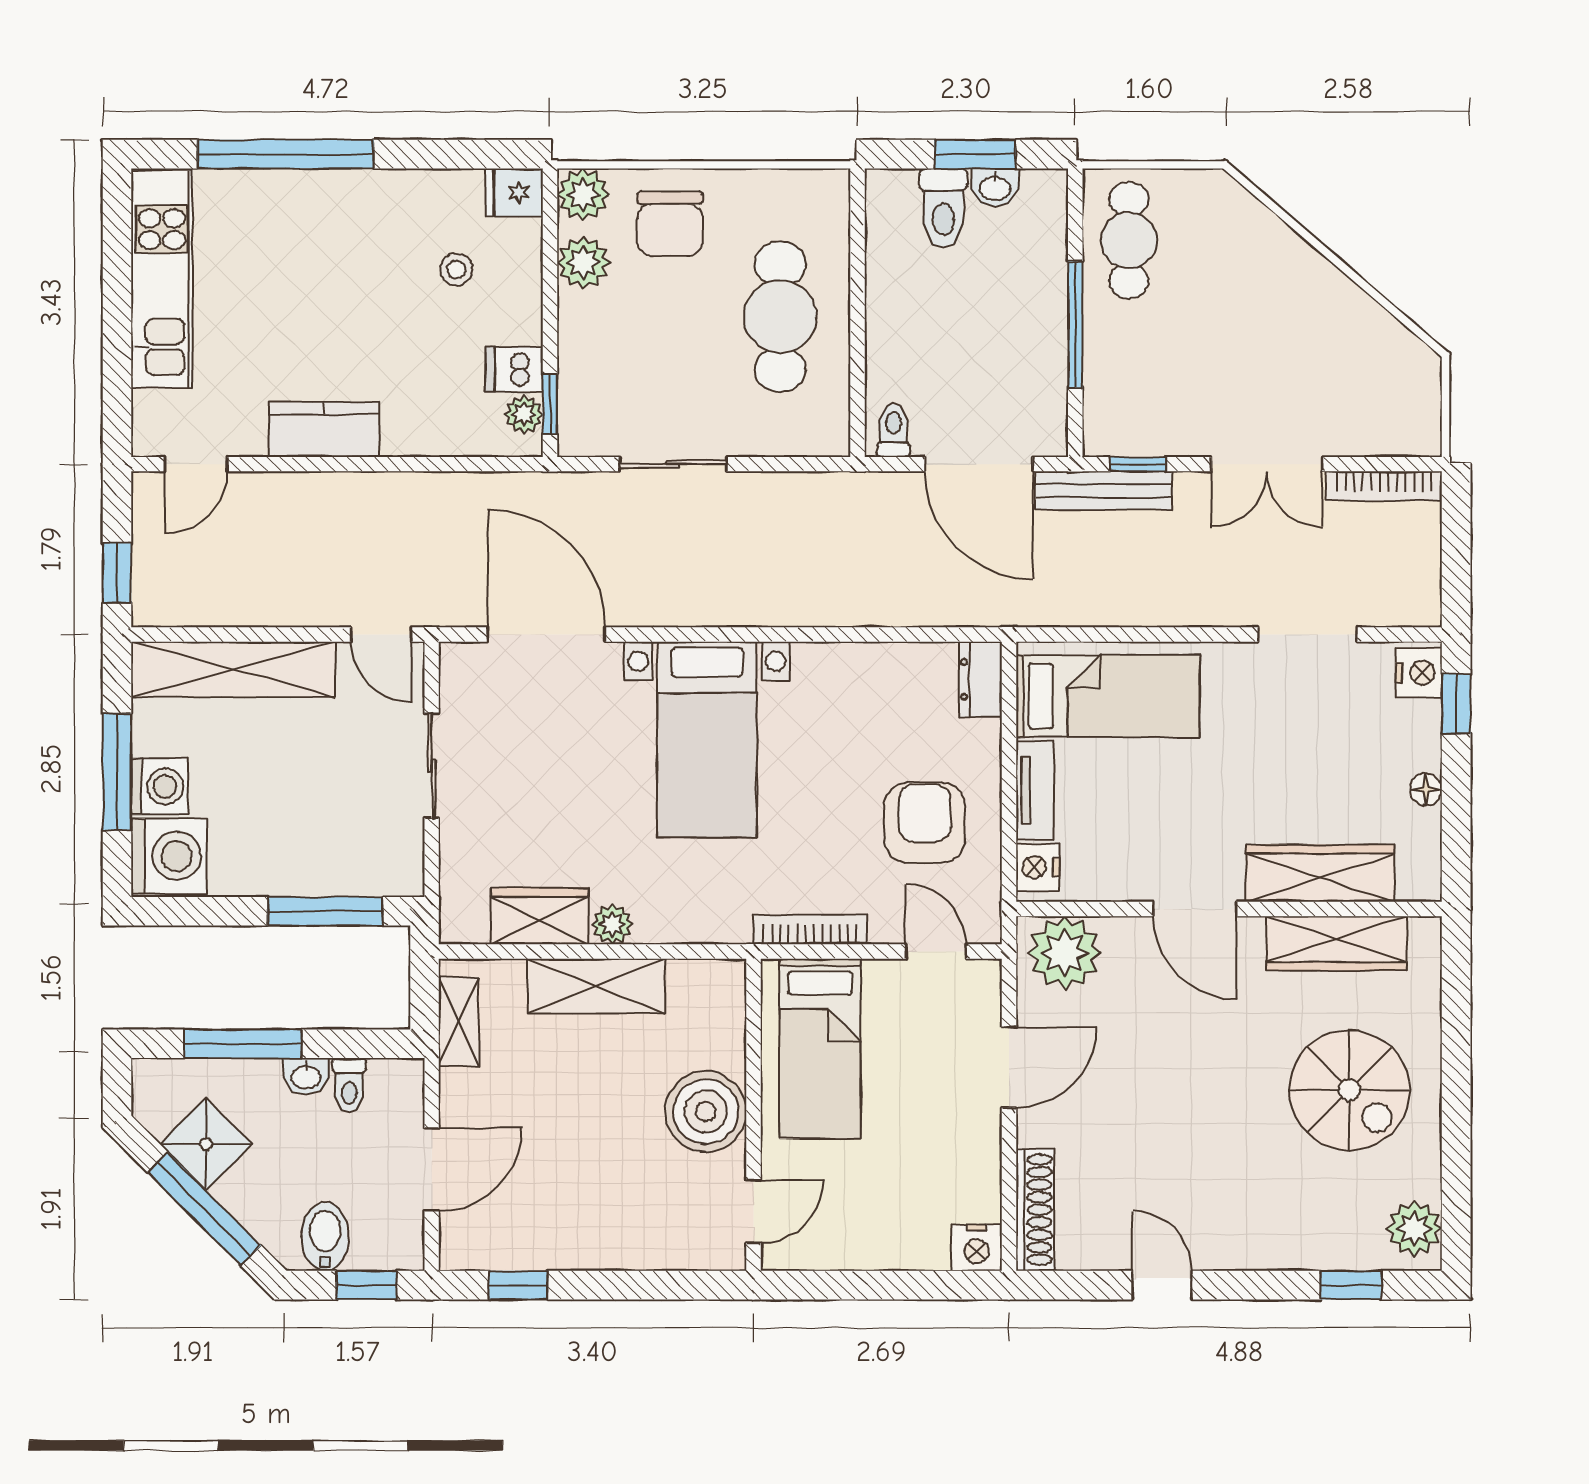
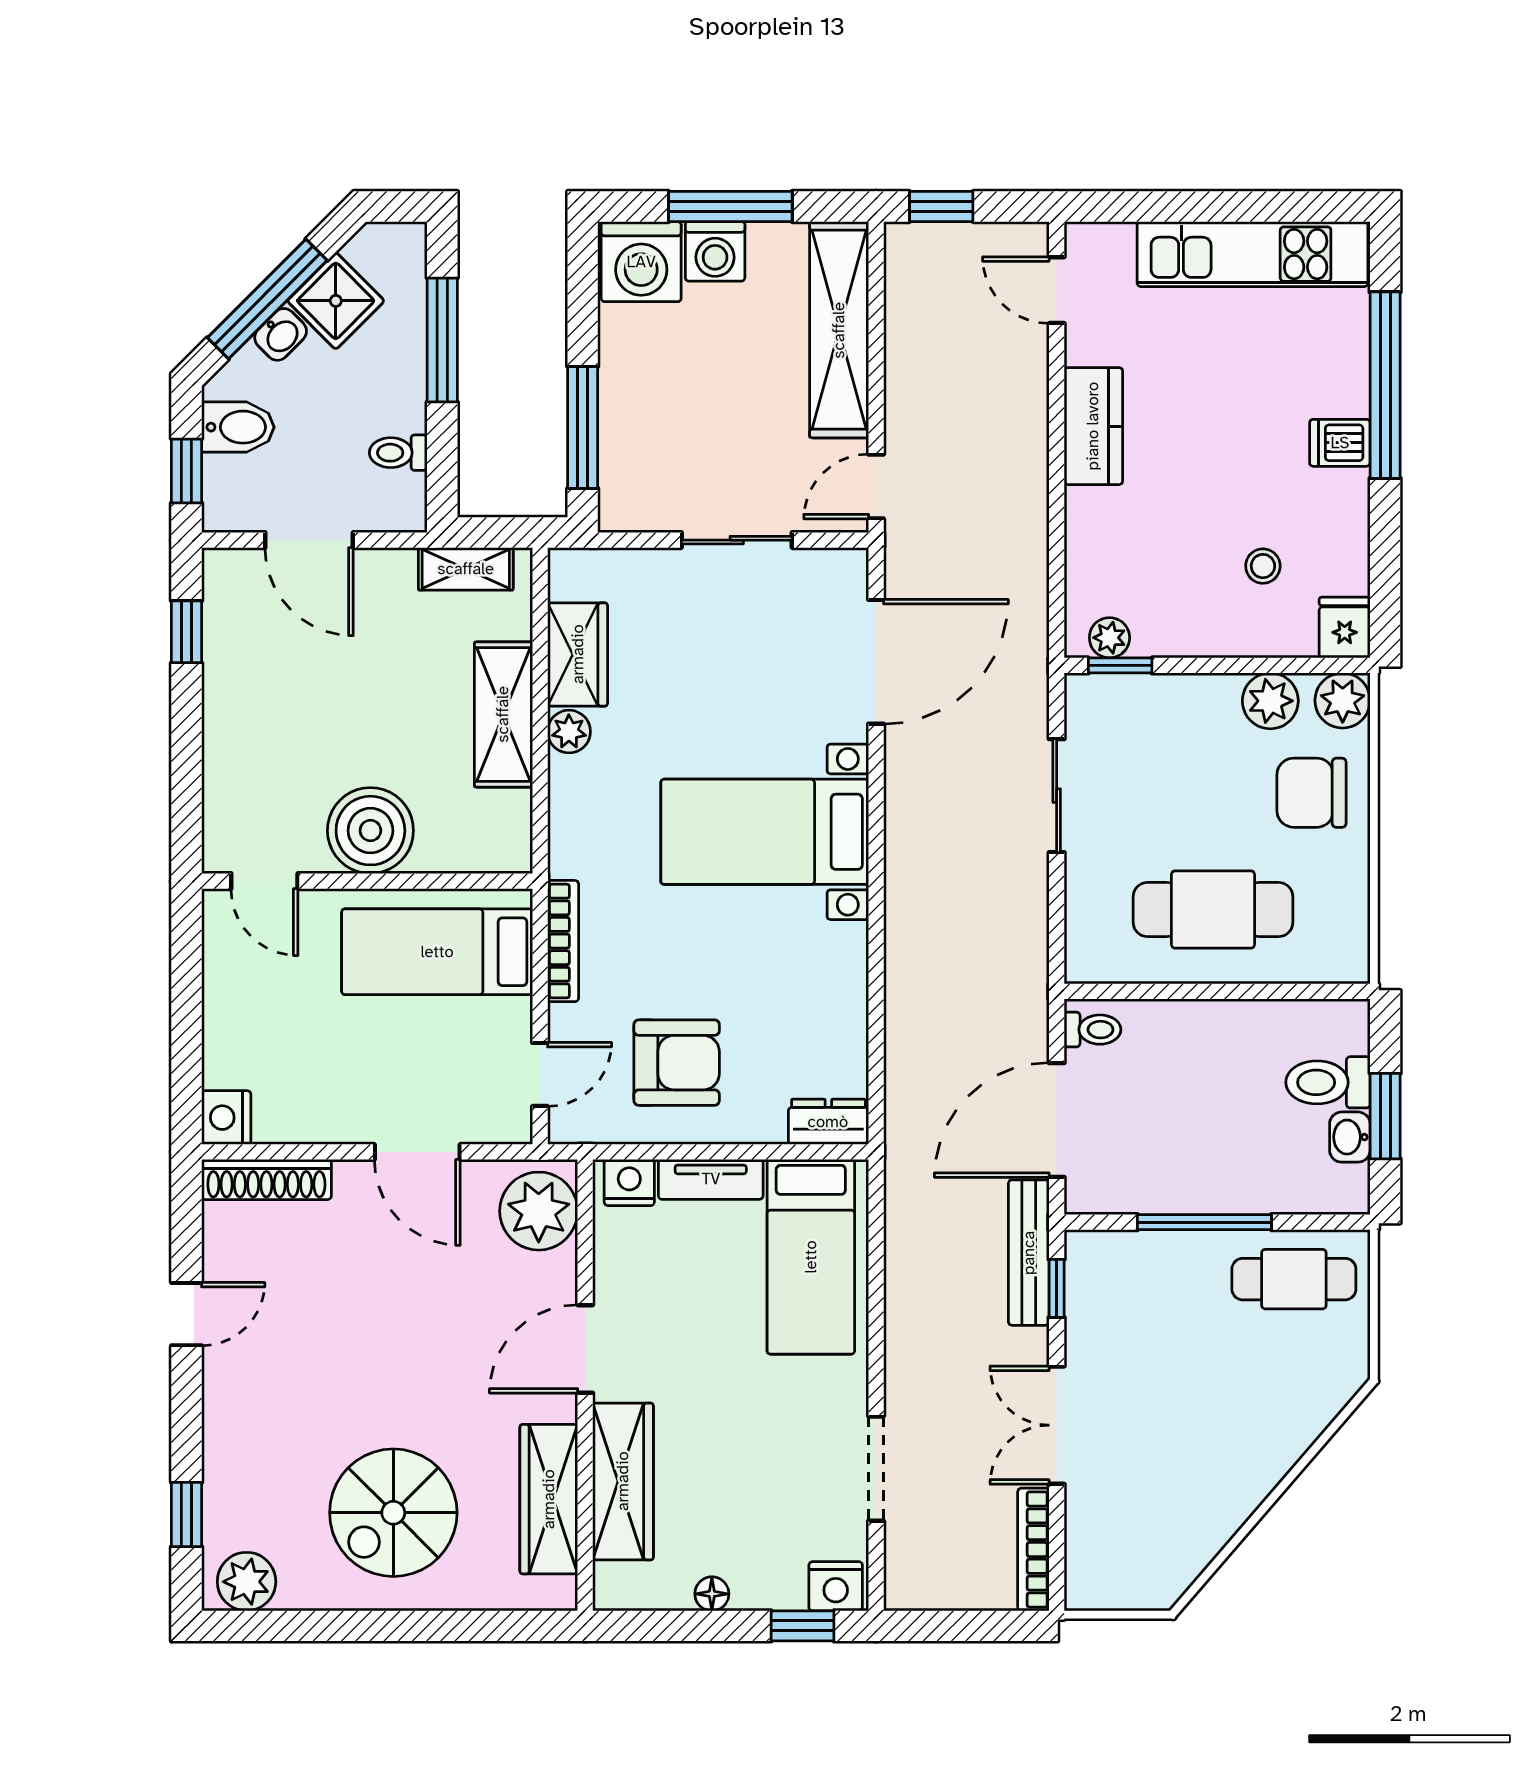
dishwasher: (514, 369) -> (1340, 443), moved, turned -90
washbasin: (306, 1076) -> (281, 334), moved, turned -135

